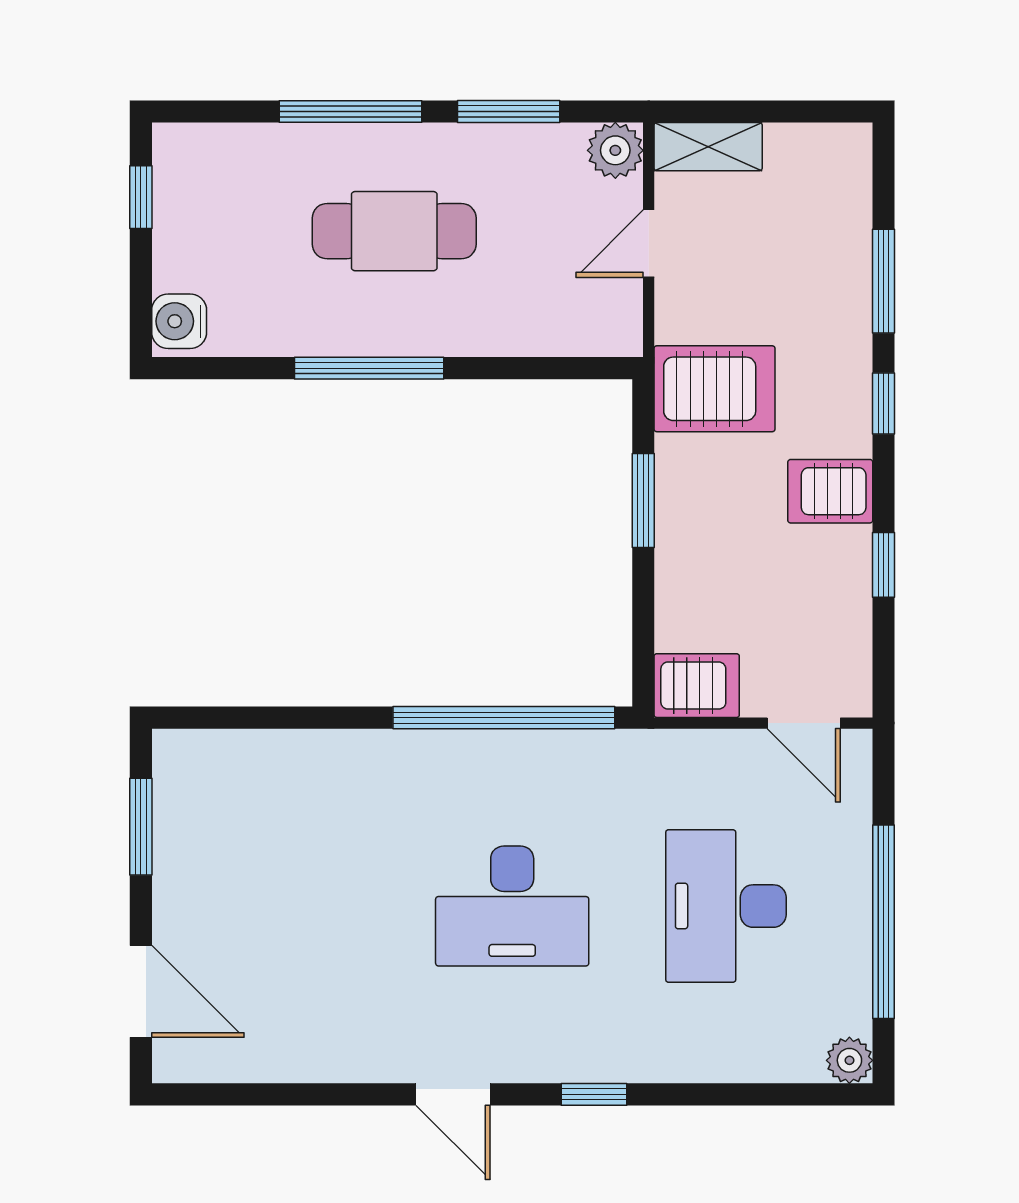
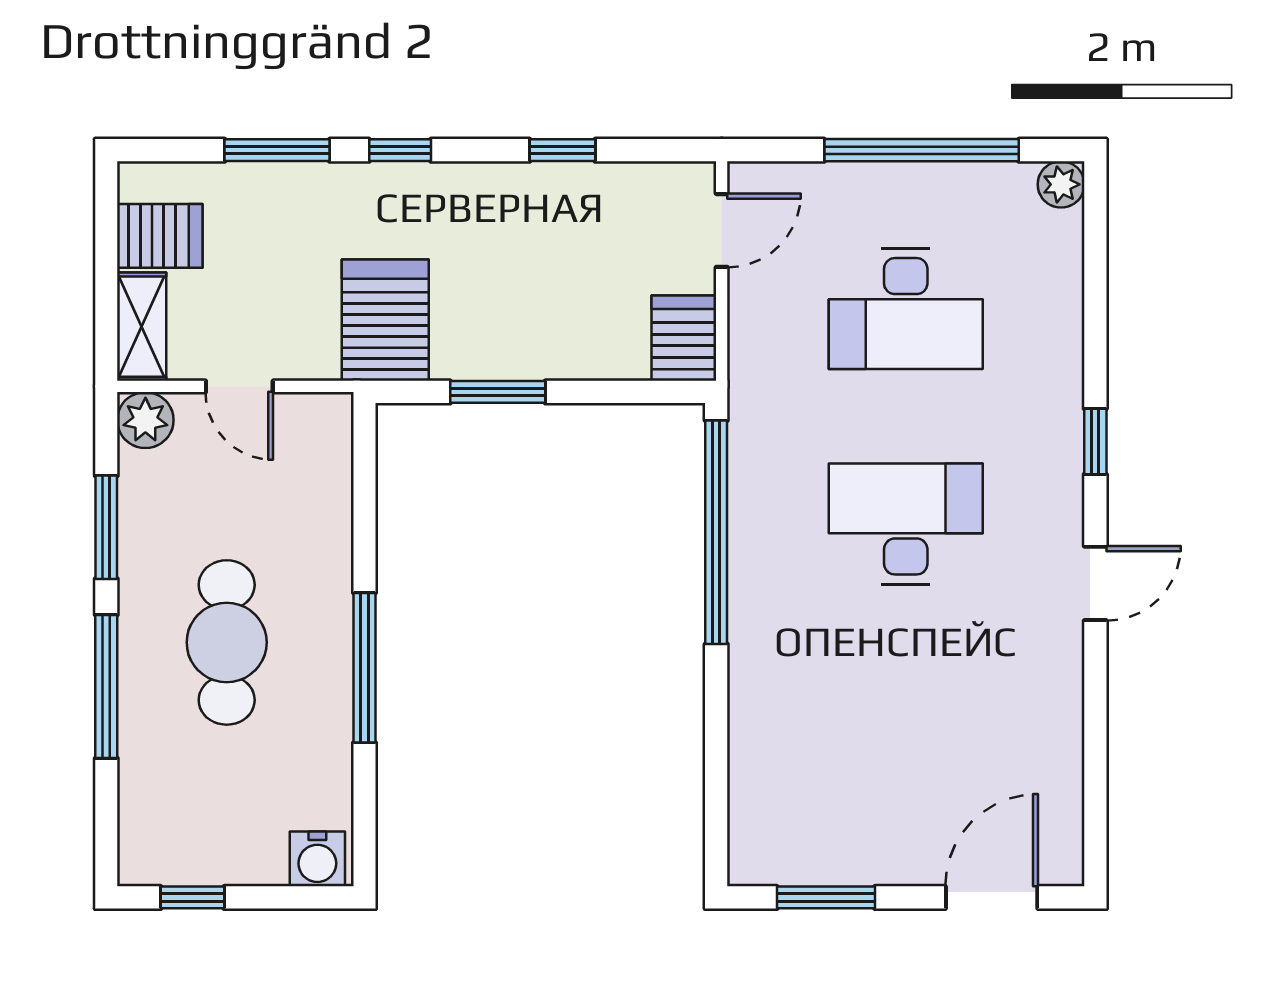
server rack: (830, 491) -> (160, 236), moved, turned -90
desk: (512, 906) -> (906, 524), turned -90

